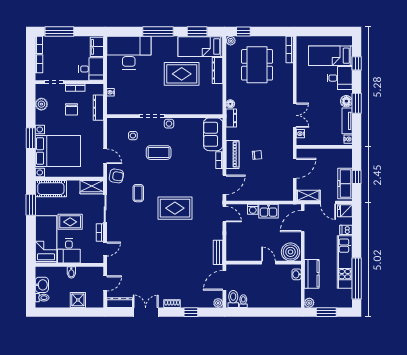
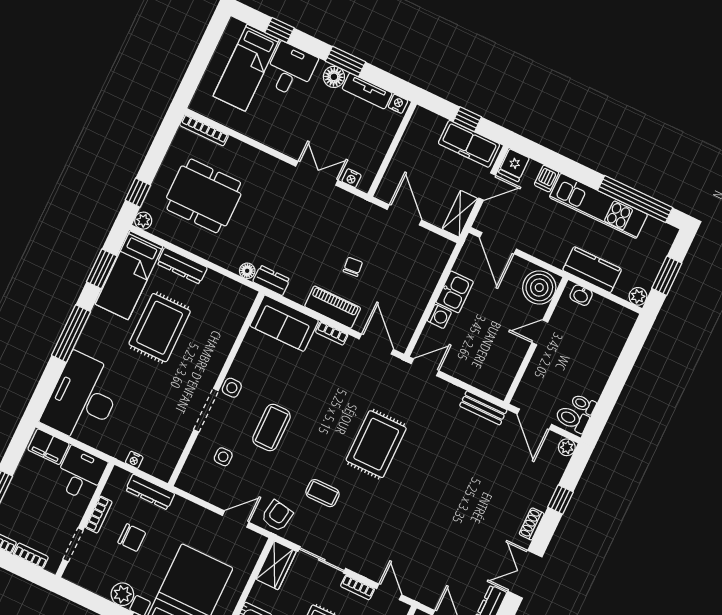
plant: (41, 104) -> (122, 594), moved

